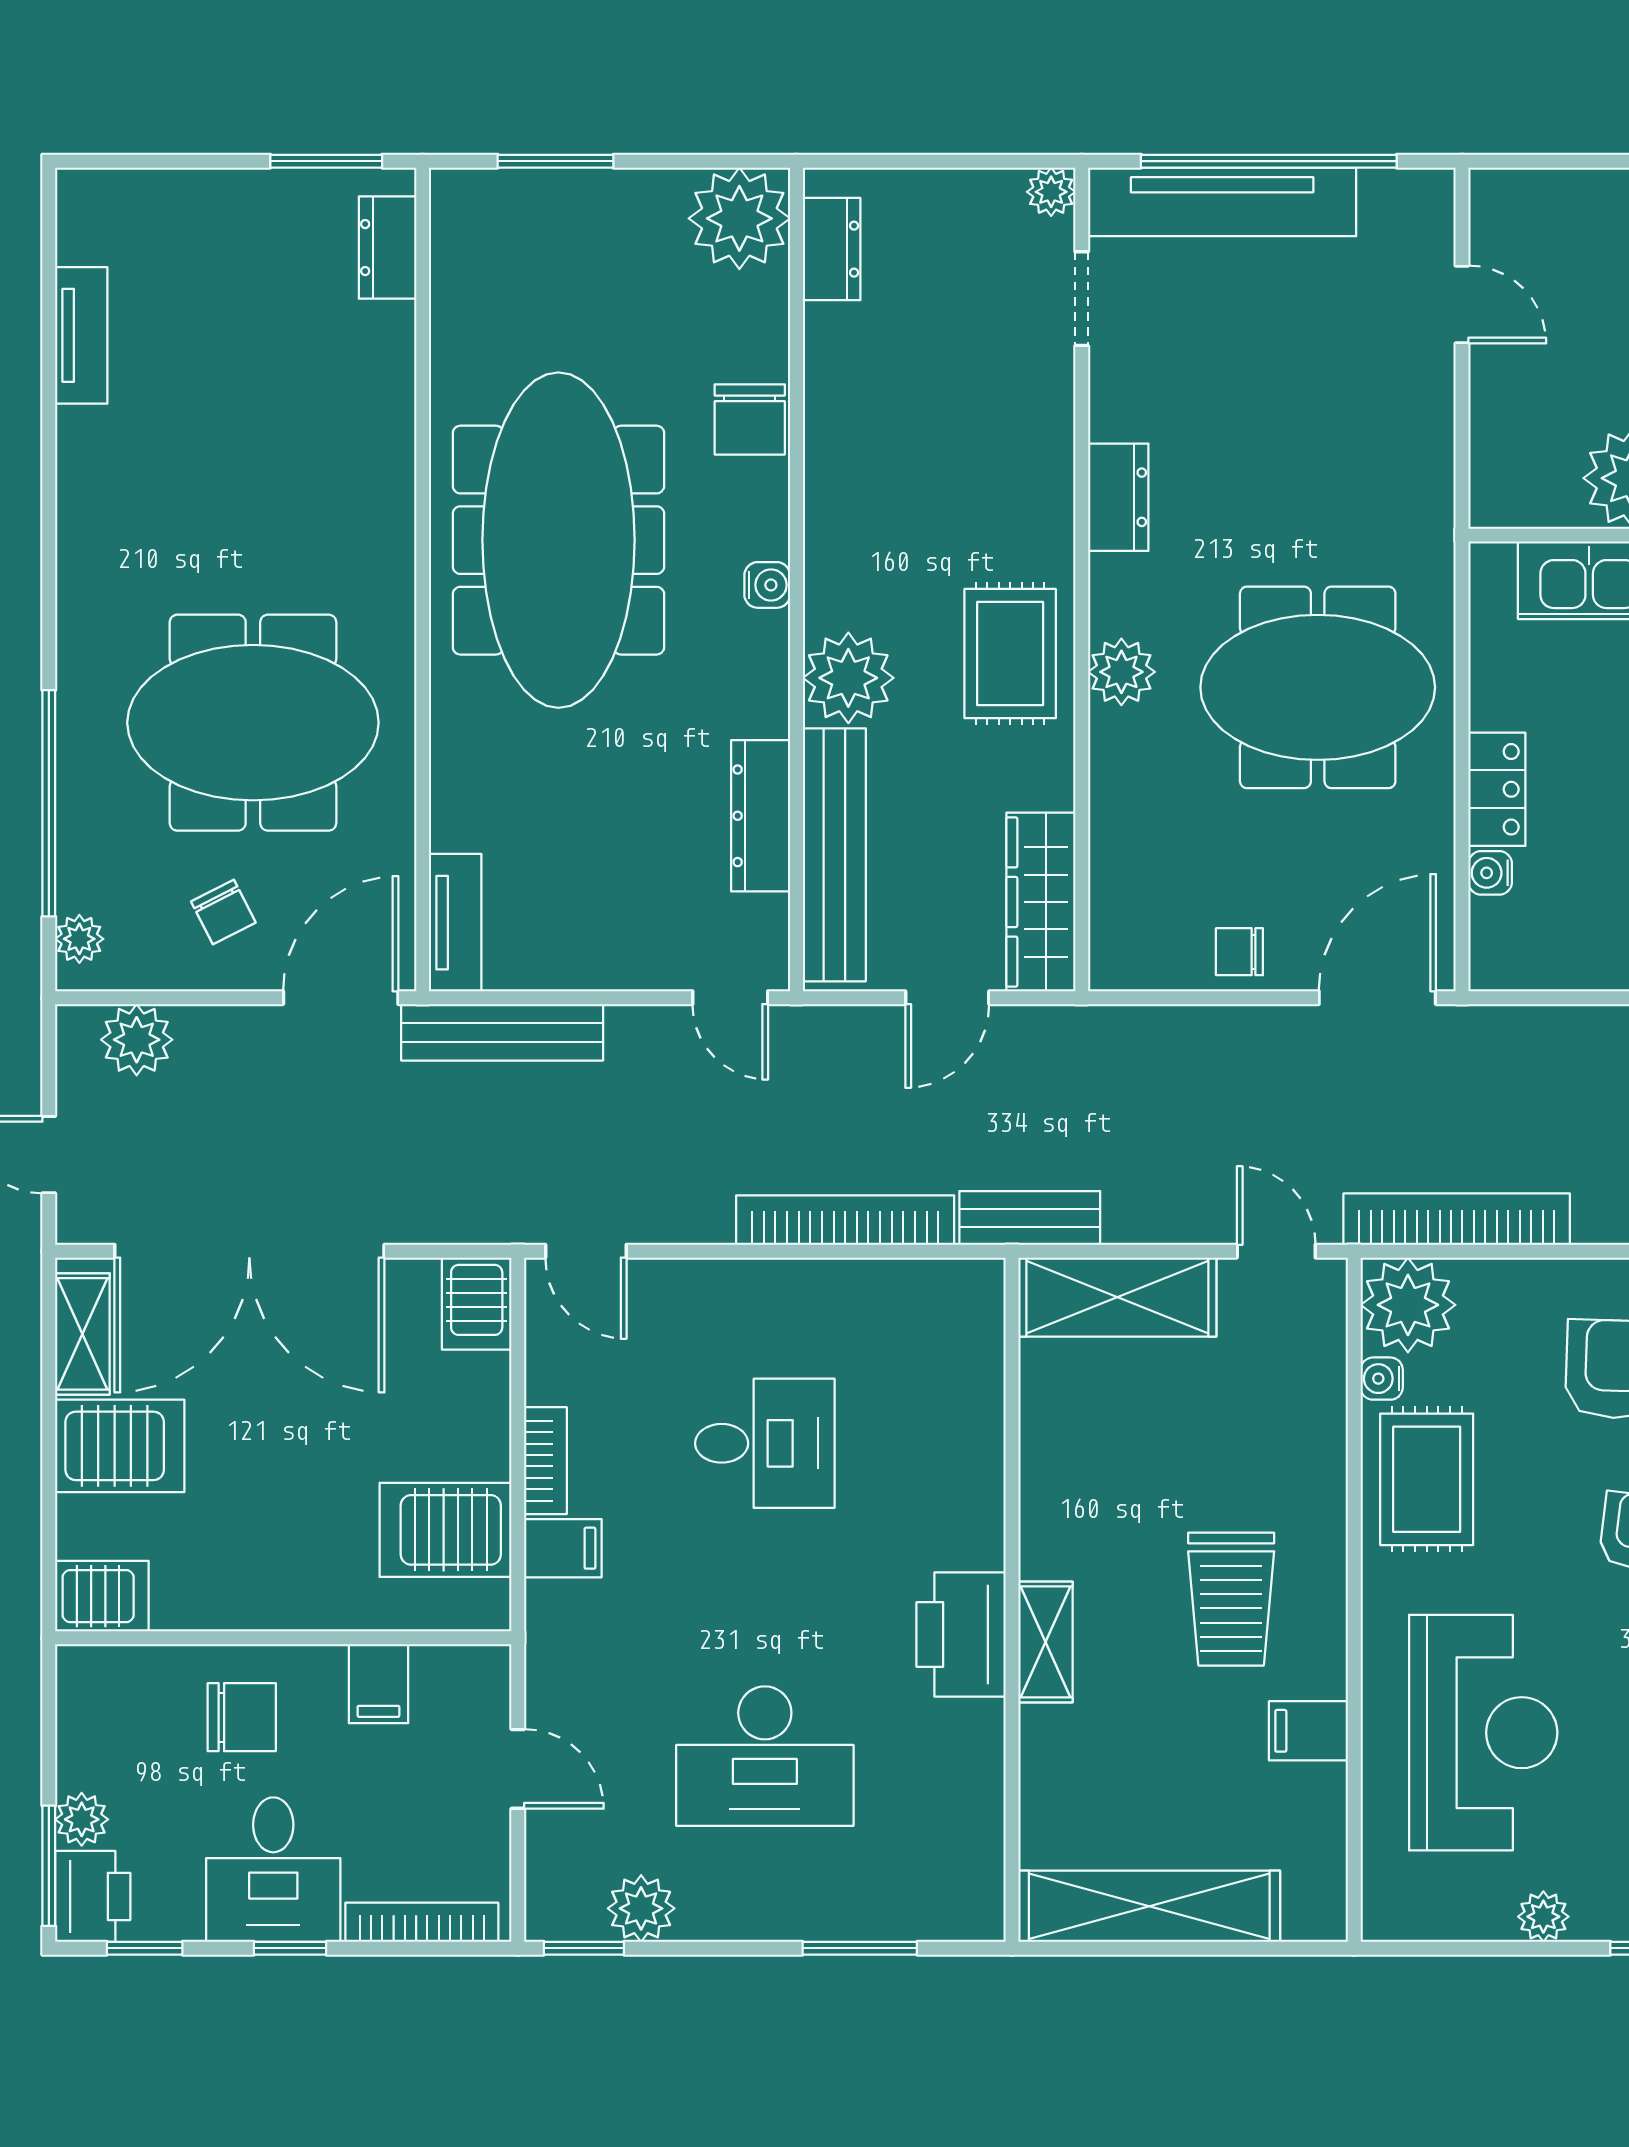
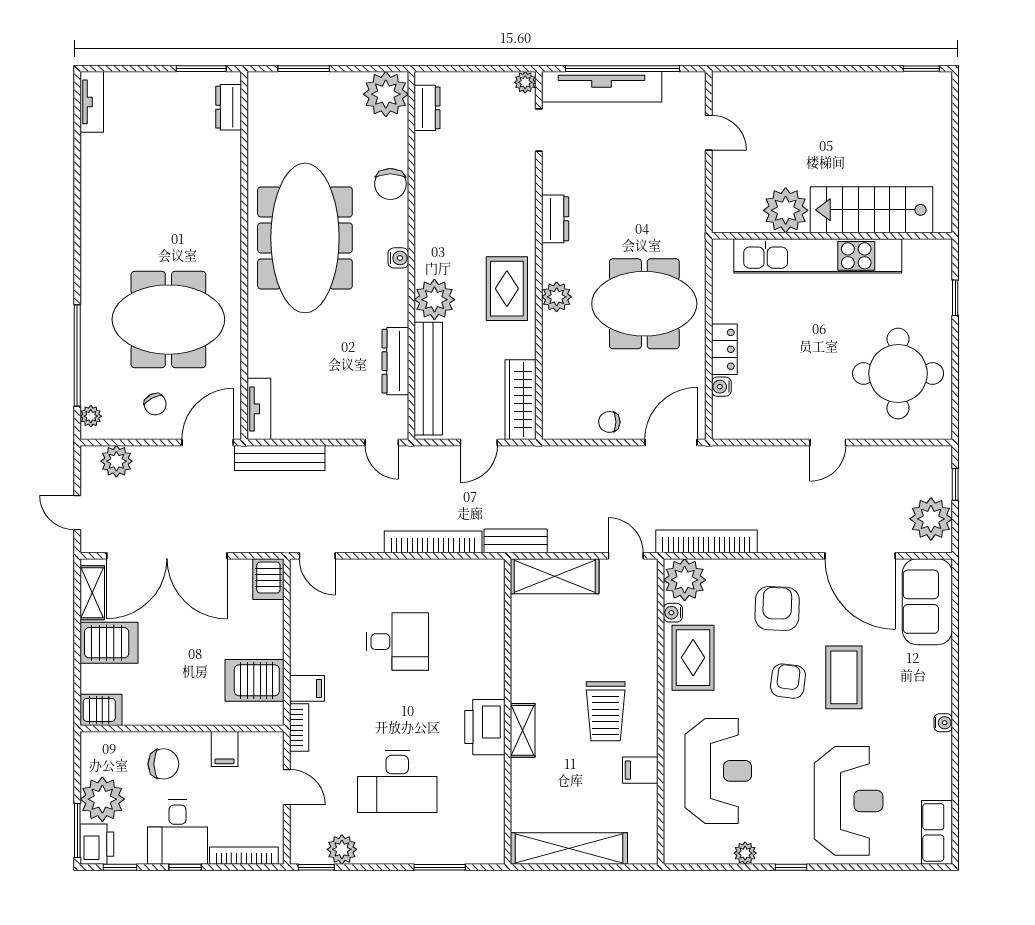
tv unit: (81, 335) -> (92, 102), moved
bookcase: (545, 1461) -> (299, 728), moved
plant: (82, 1819) -> (102, 799), width x1.88, depth x1.88

